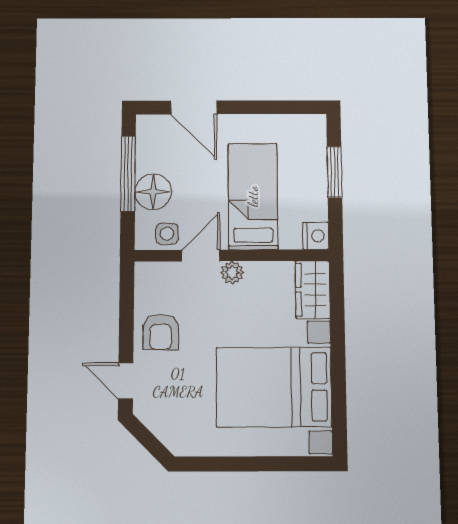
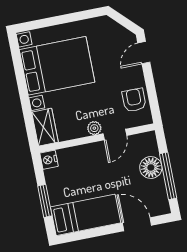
bed: (253, 196) -> (86, 215), moved, turned -90
side table: (167, 234) -> (137, 144), removed
armchair: (161, 332) -> (134, 100), moved
door: (126, 381) -> (144, 53), swing flipped

